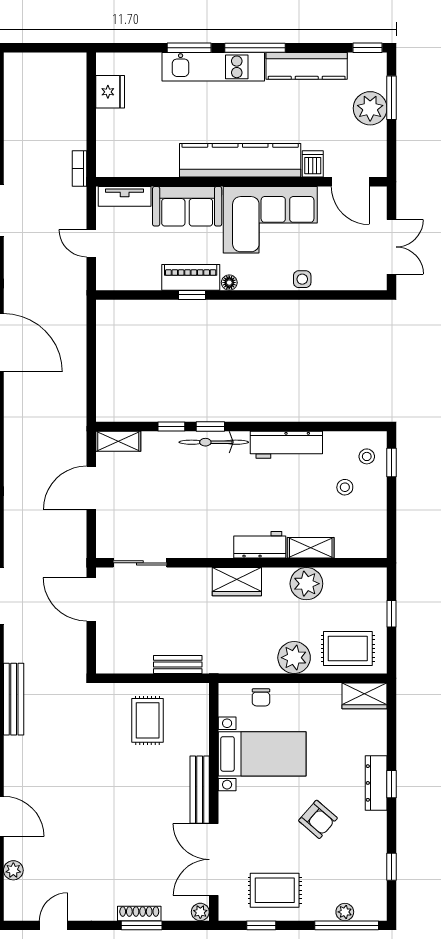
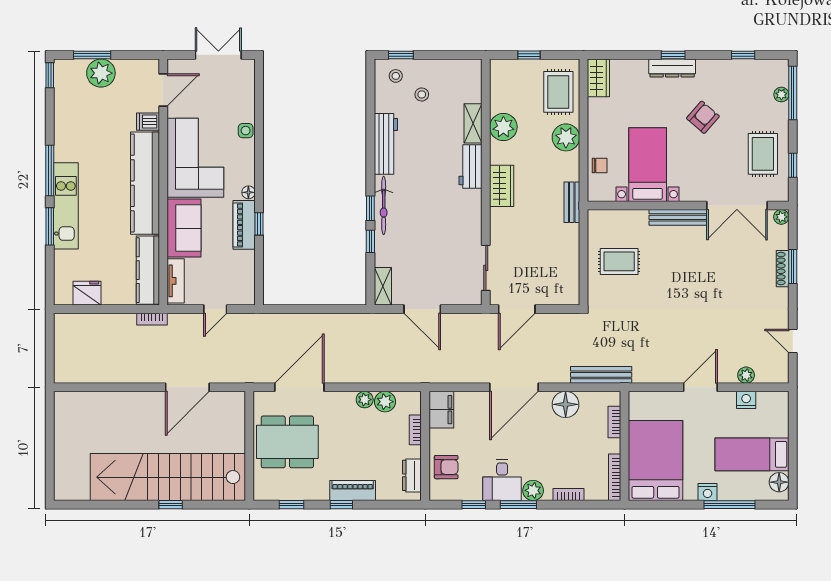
kitchen counter: (307, 66) -> (148, 270), moved, turned 180
bench: (178, 664) -> (572, 202), moved

